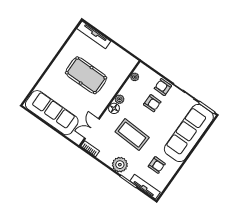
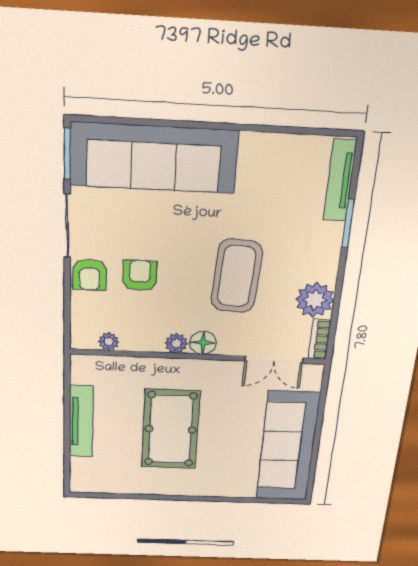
tv unit: (94, 35) -> (81, 422), moved
plant: (120, 165) -> (315, 300), moved
armchair: (157, 165) -> (274, 185), removed

